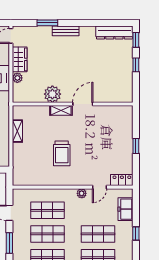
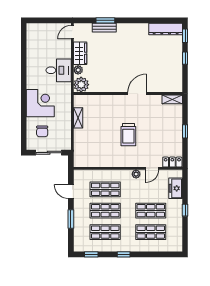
bench: (66, 31) -> (104, 28), moved
plant: (52, 94) -> (81, 85), moved
shelving: (61, 110) -> (172, 99), moved
trolley: (62, 153) -> (128, 135), moved

